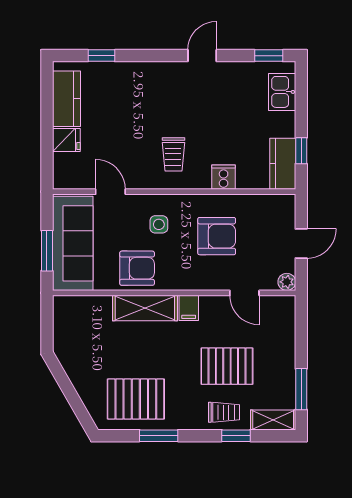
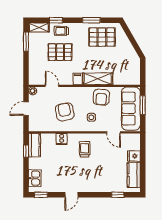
armchair: (217, 236) -> (65, 112), turned 79
armchair: (137, 268) -> (101, 97), turned -86

